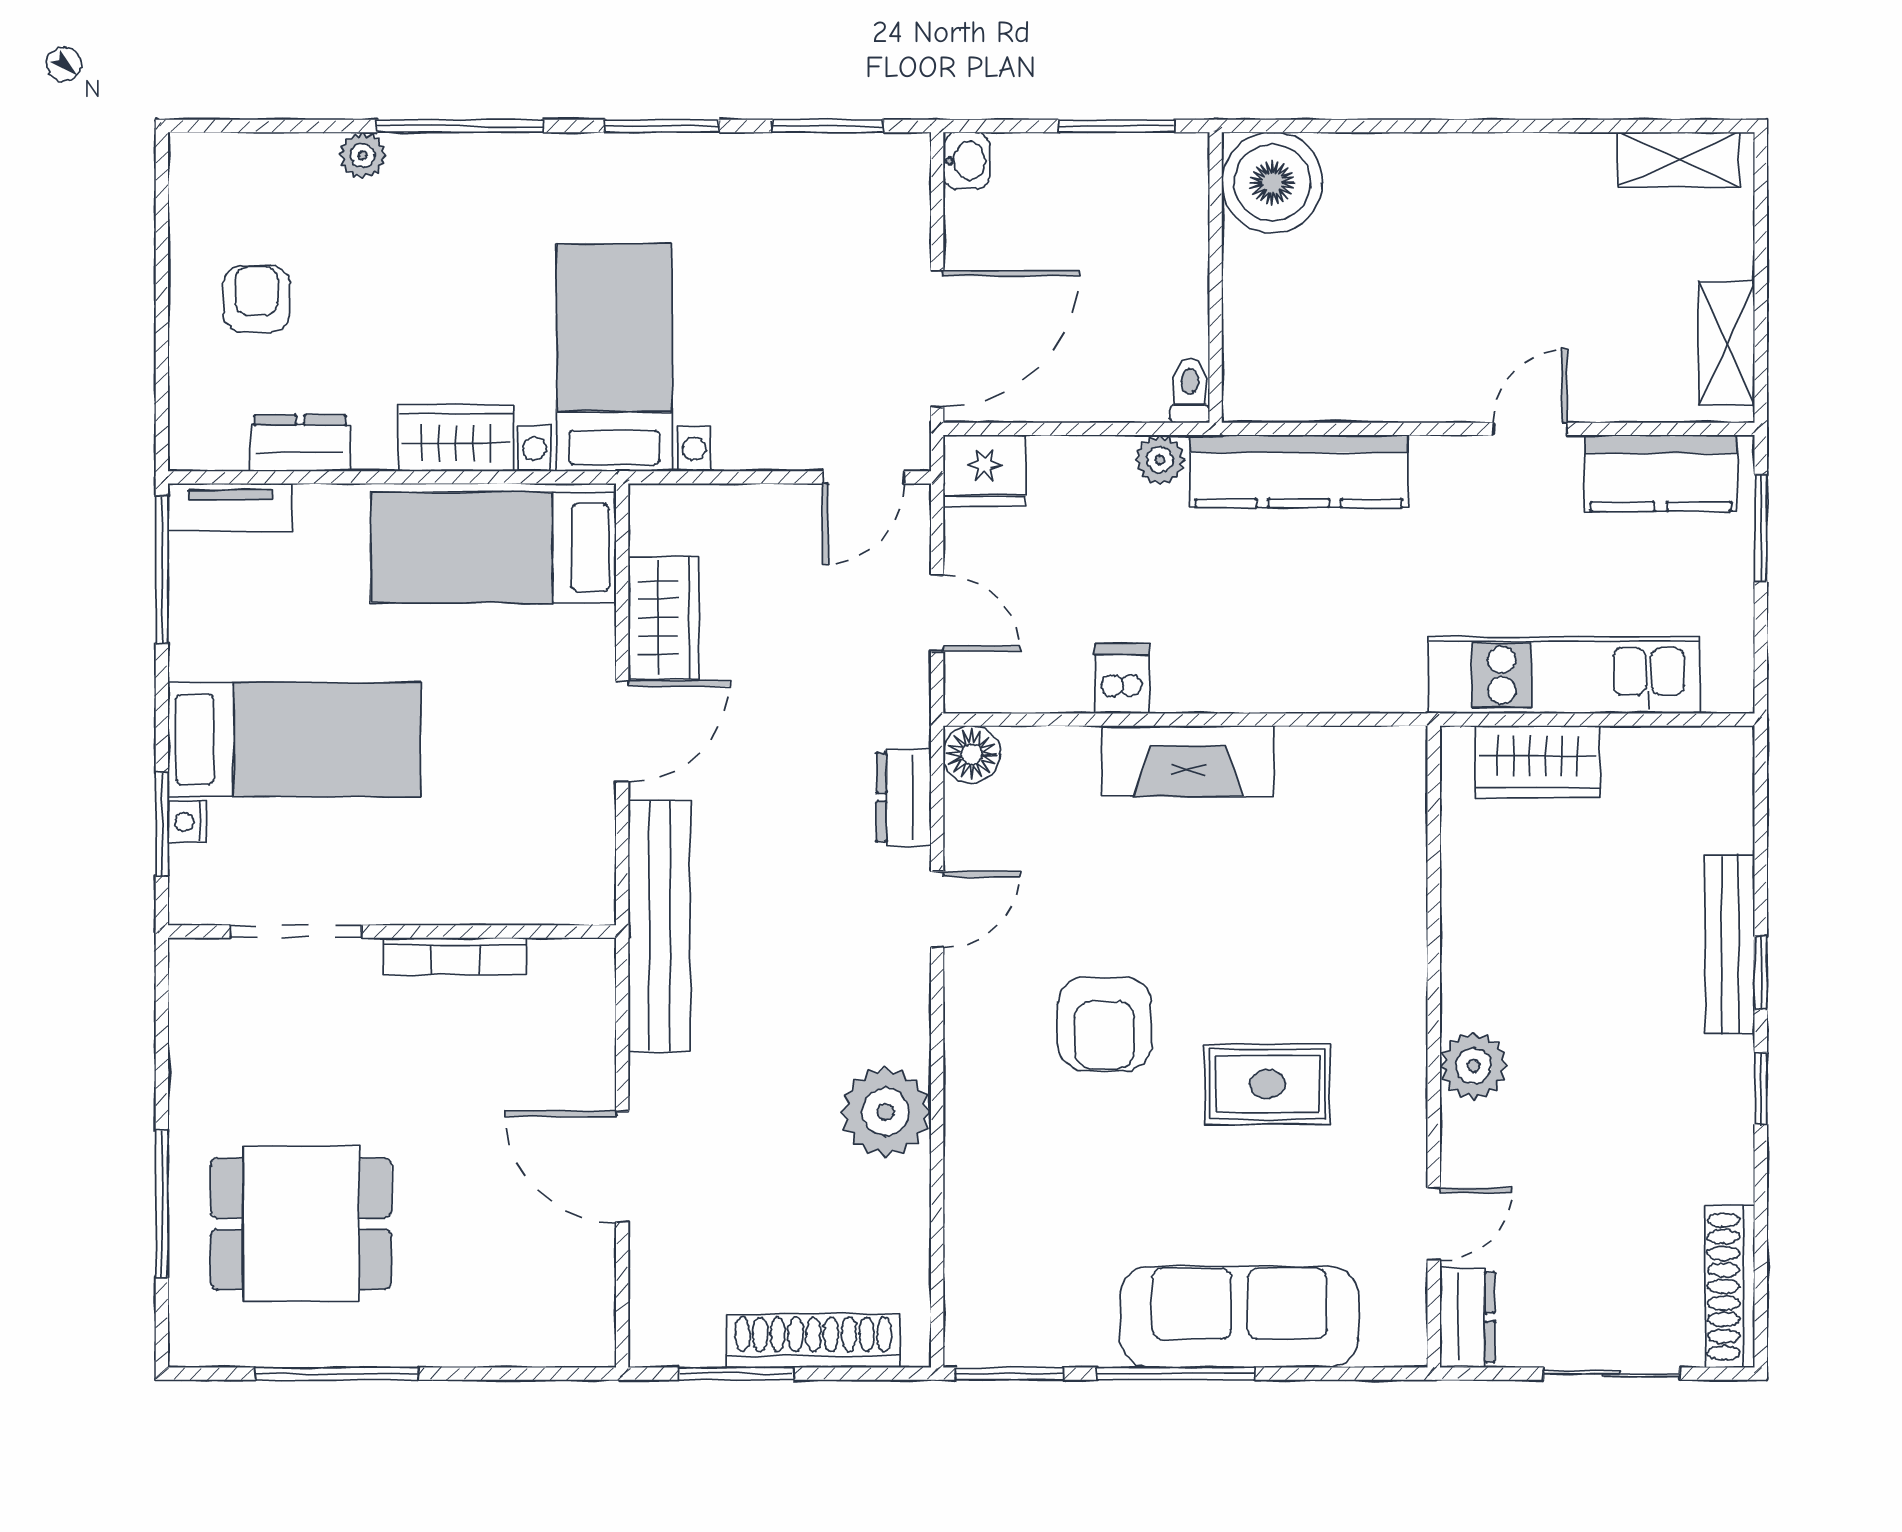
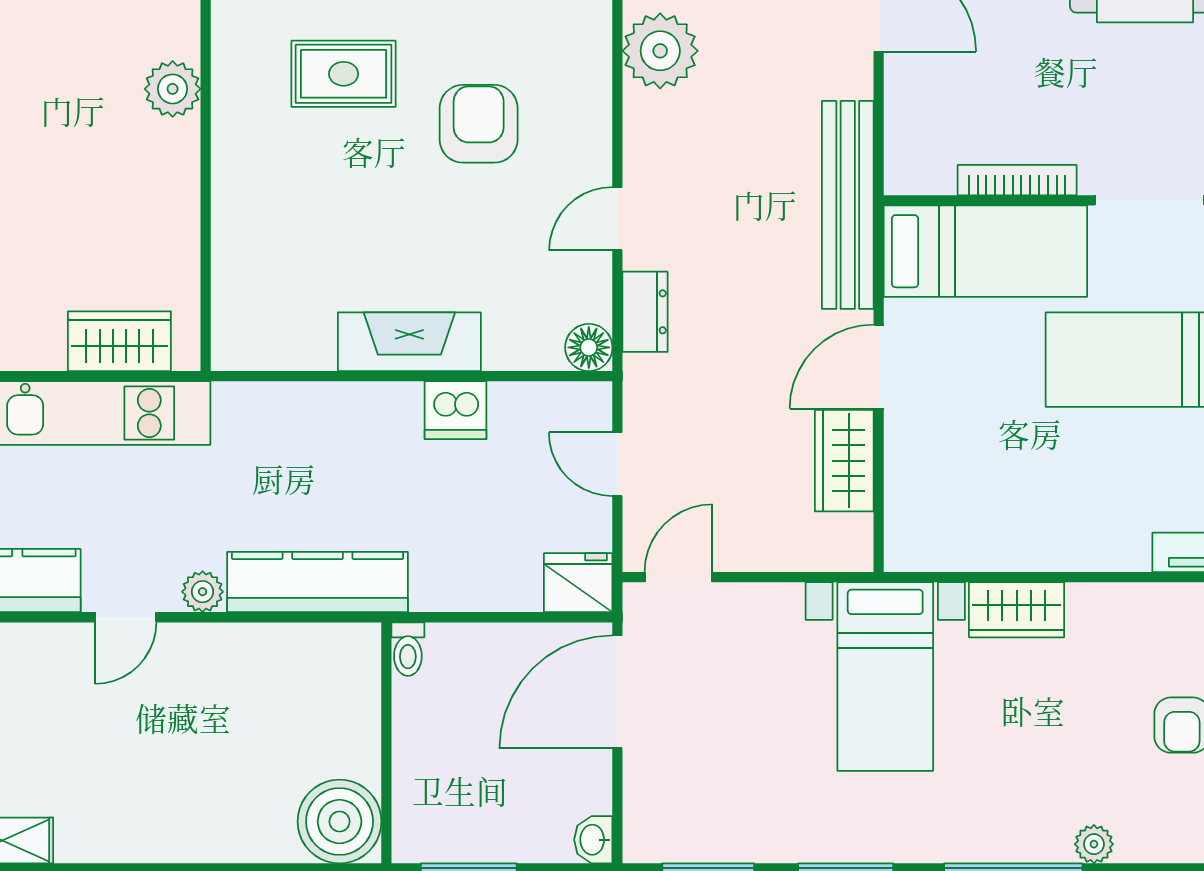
dresser: (300, 443) -> (1146, 605), removed
plant: (1160, 460) -> (203, 592), moved
bed: (493, 548) -> (985, 251), moved
dishwasher: (1122, 679) -> (456, 410), width x1.38

